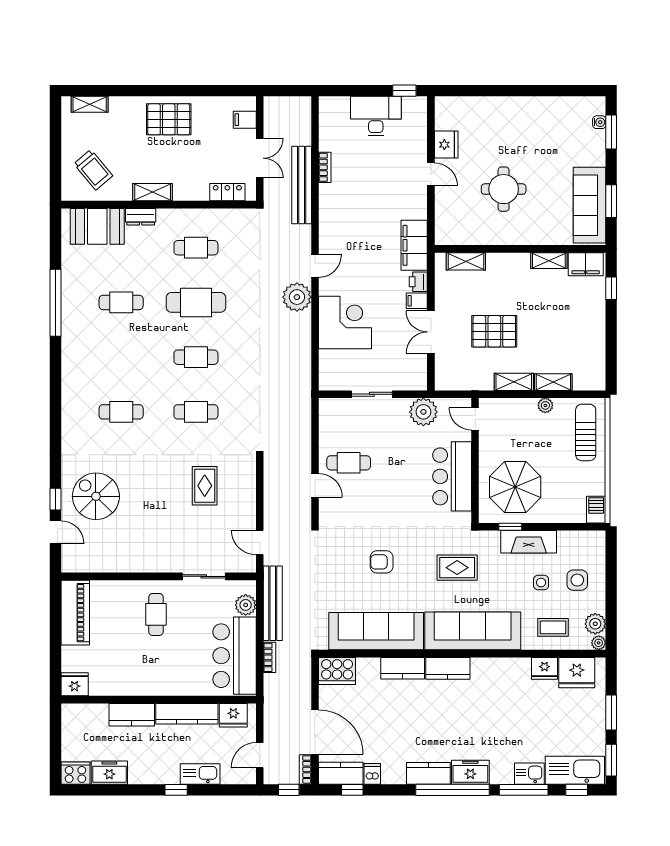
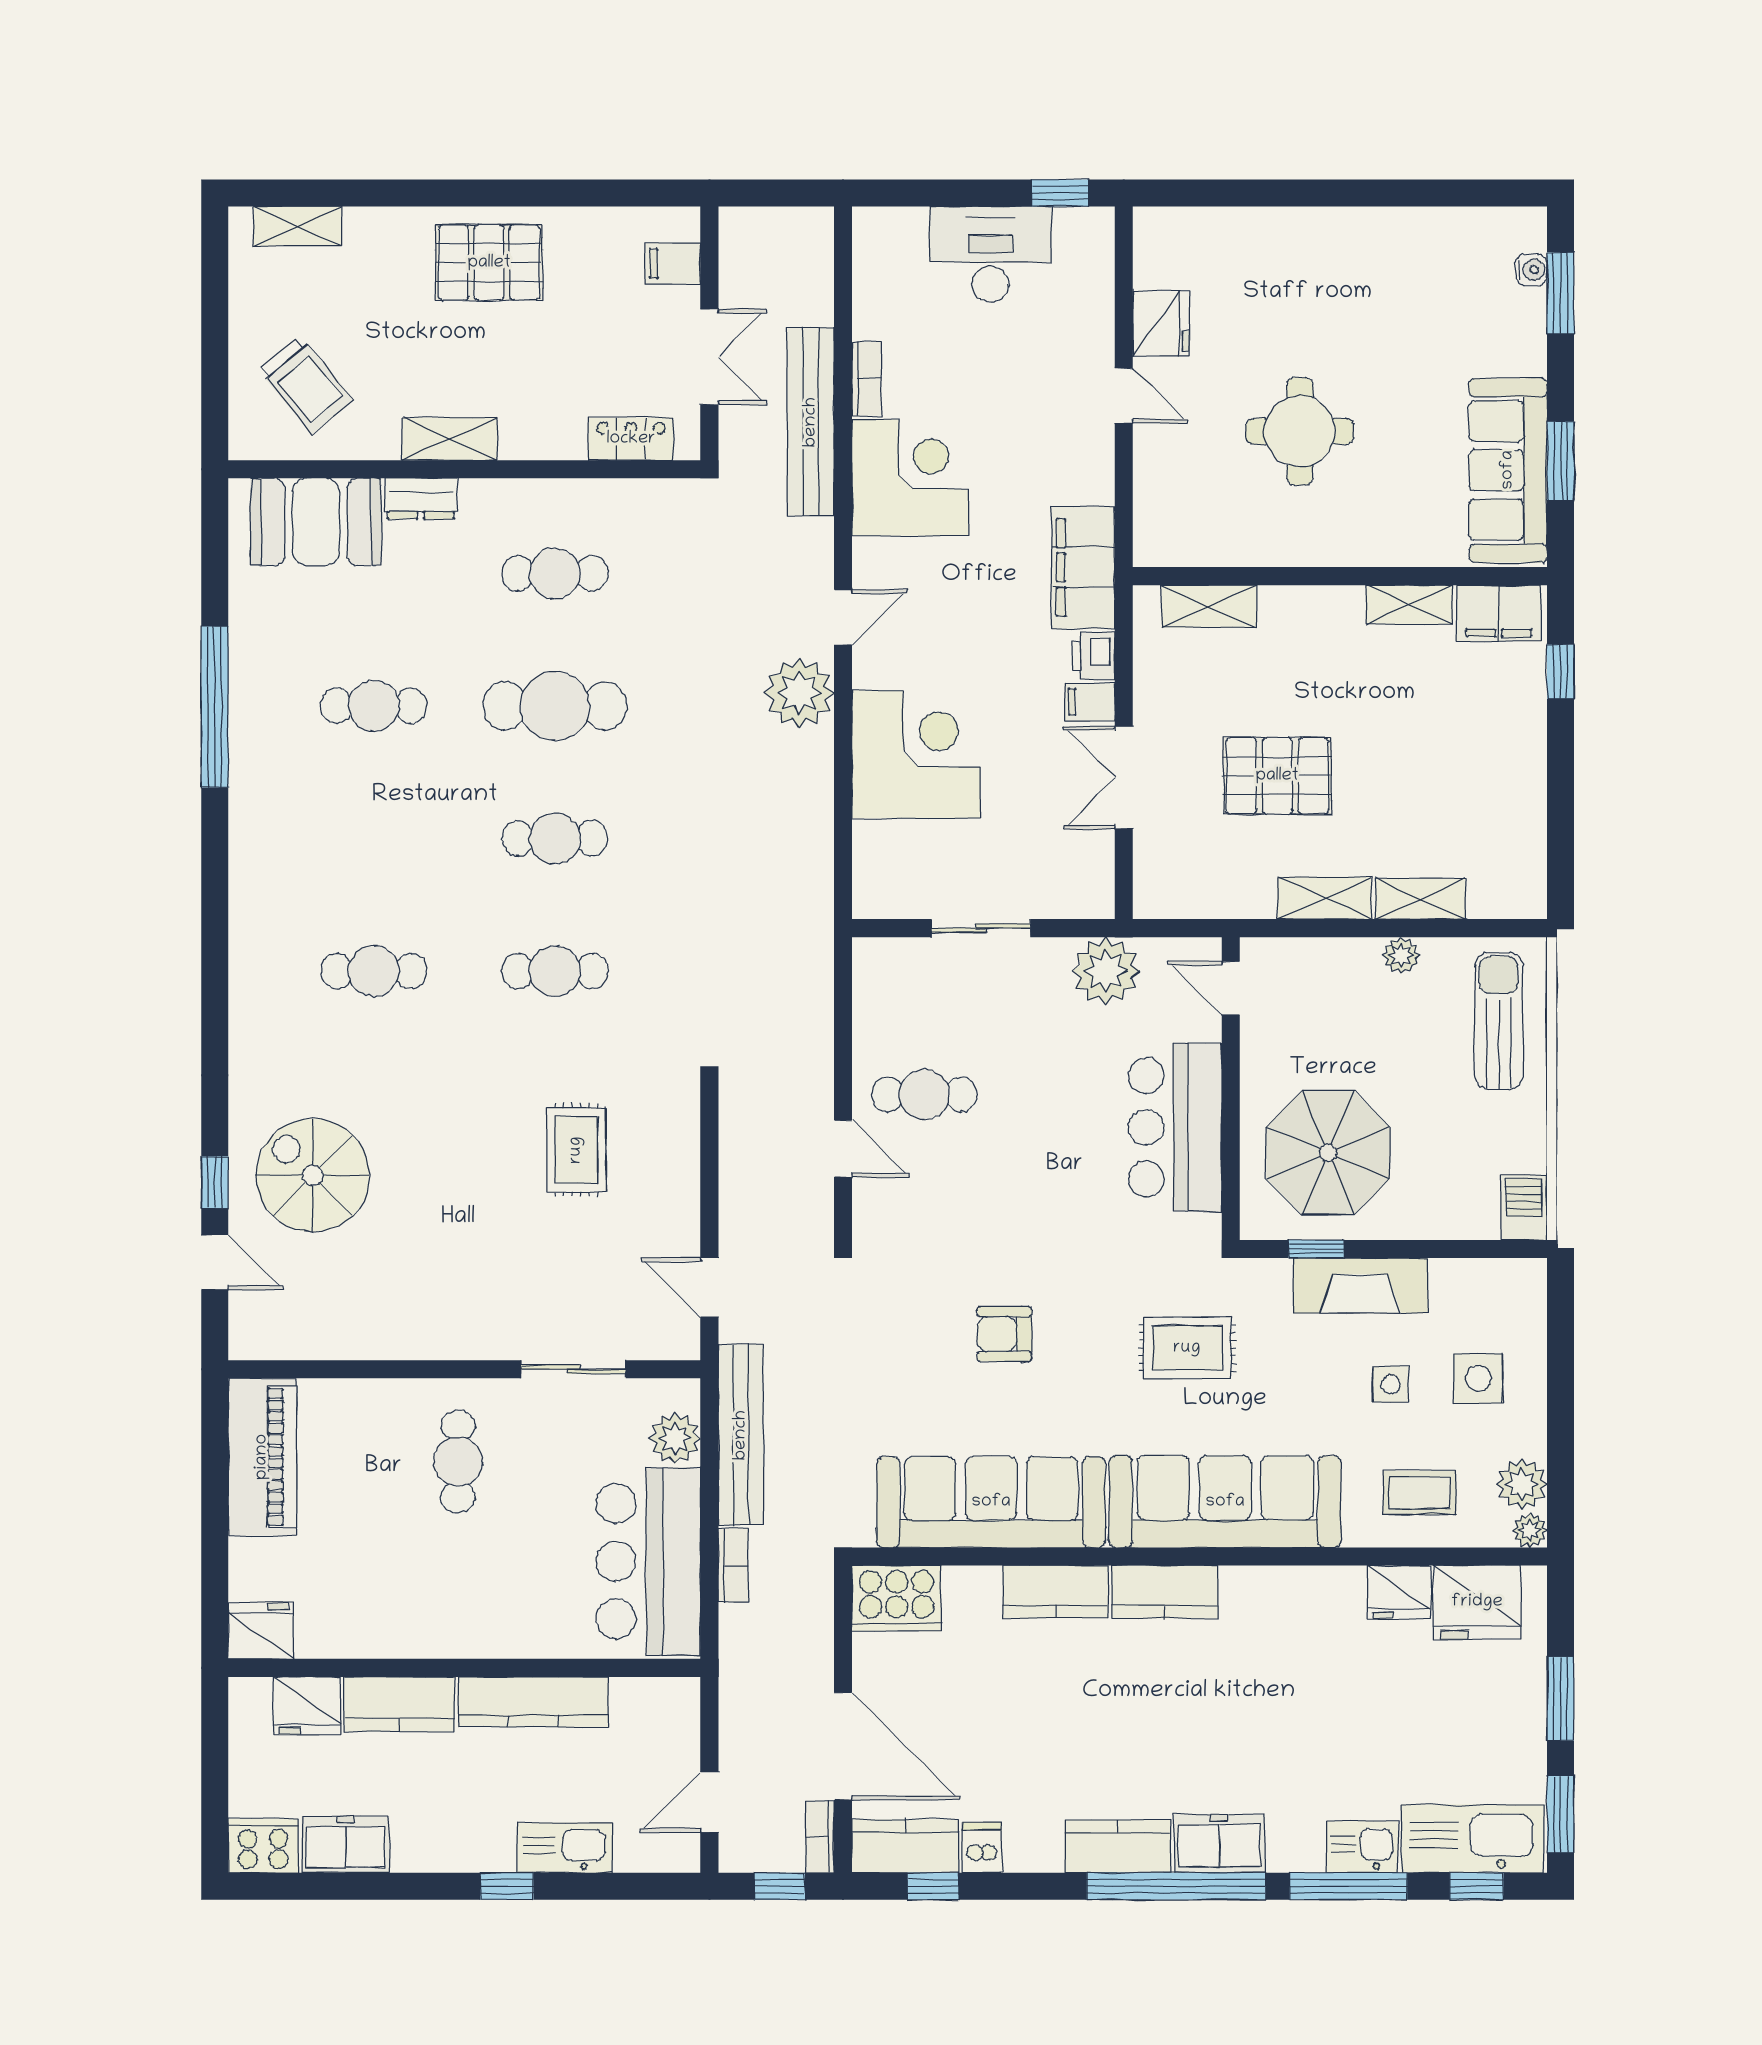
corner desk: (343, 208) -> (910, 477), added
fridge: (233, 715) -> (307, 1706), moved

